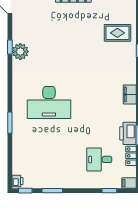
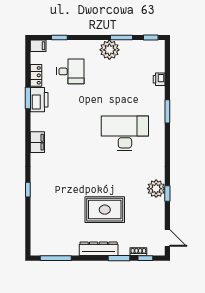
rug: (117, 33) -> (105, 210), moved, width x1.36, depth x1.43
plant: (63, 179) -> (109, 50), added
printer: (17, 181) -> (159, 79), moved

